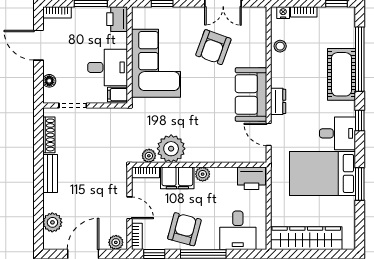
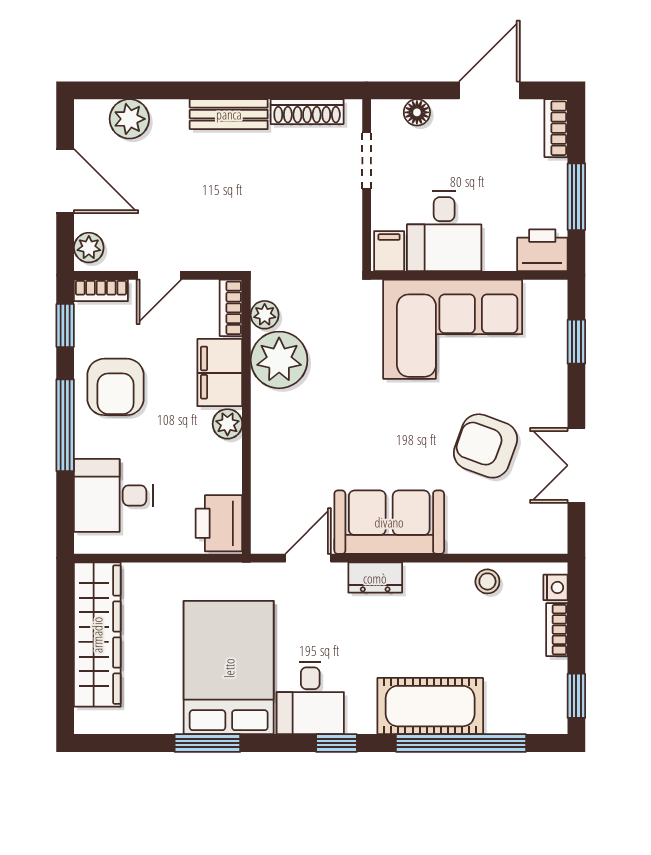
armchair: (184, 229) -> (115, 387), turned 75

